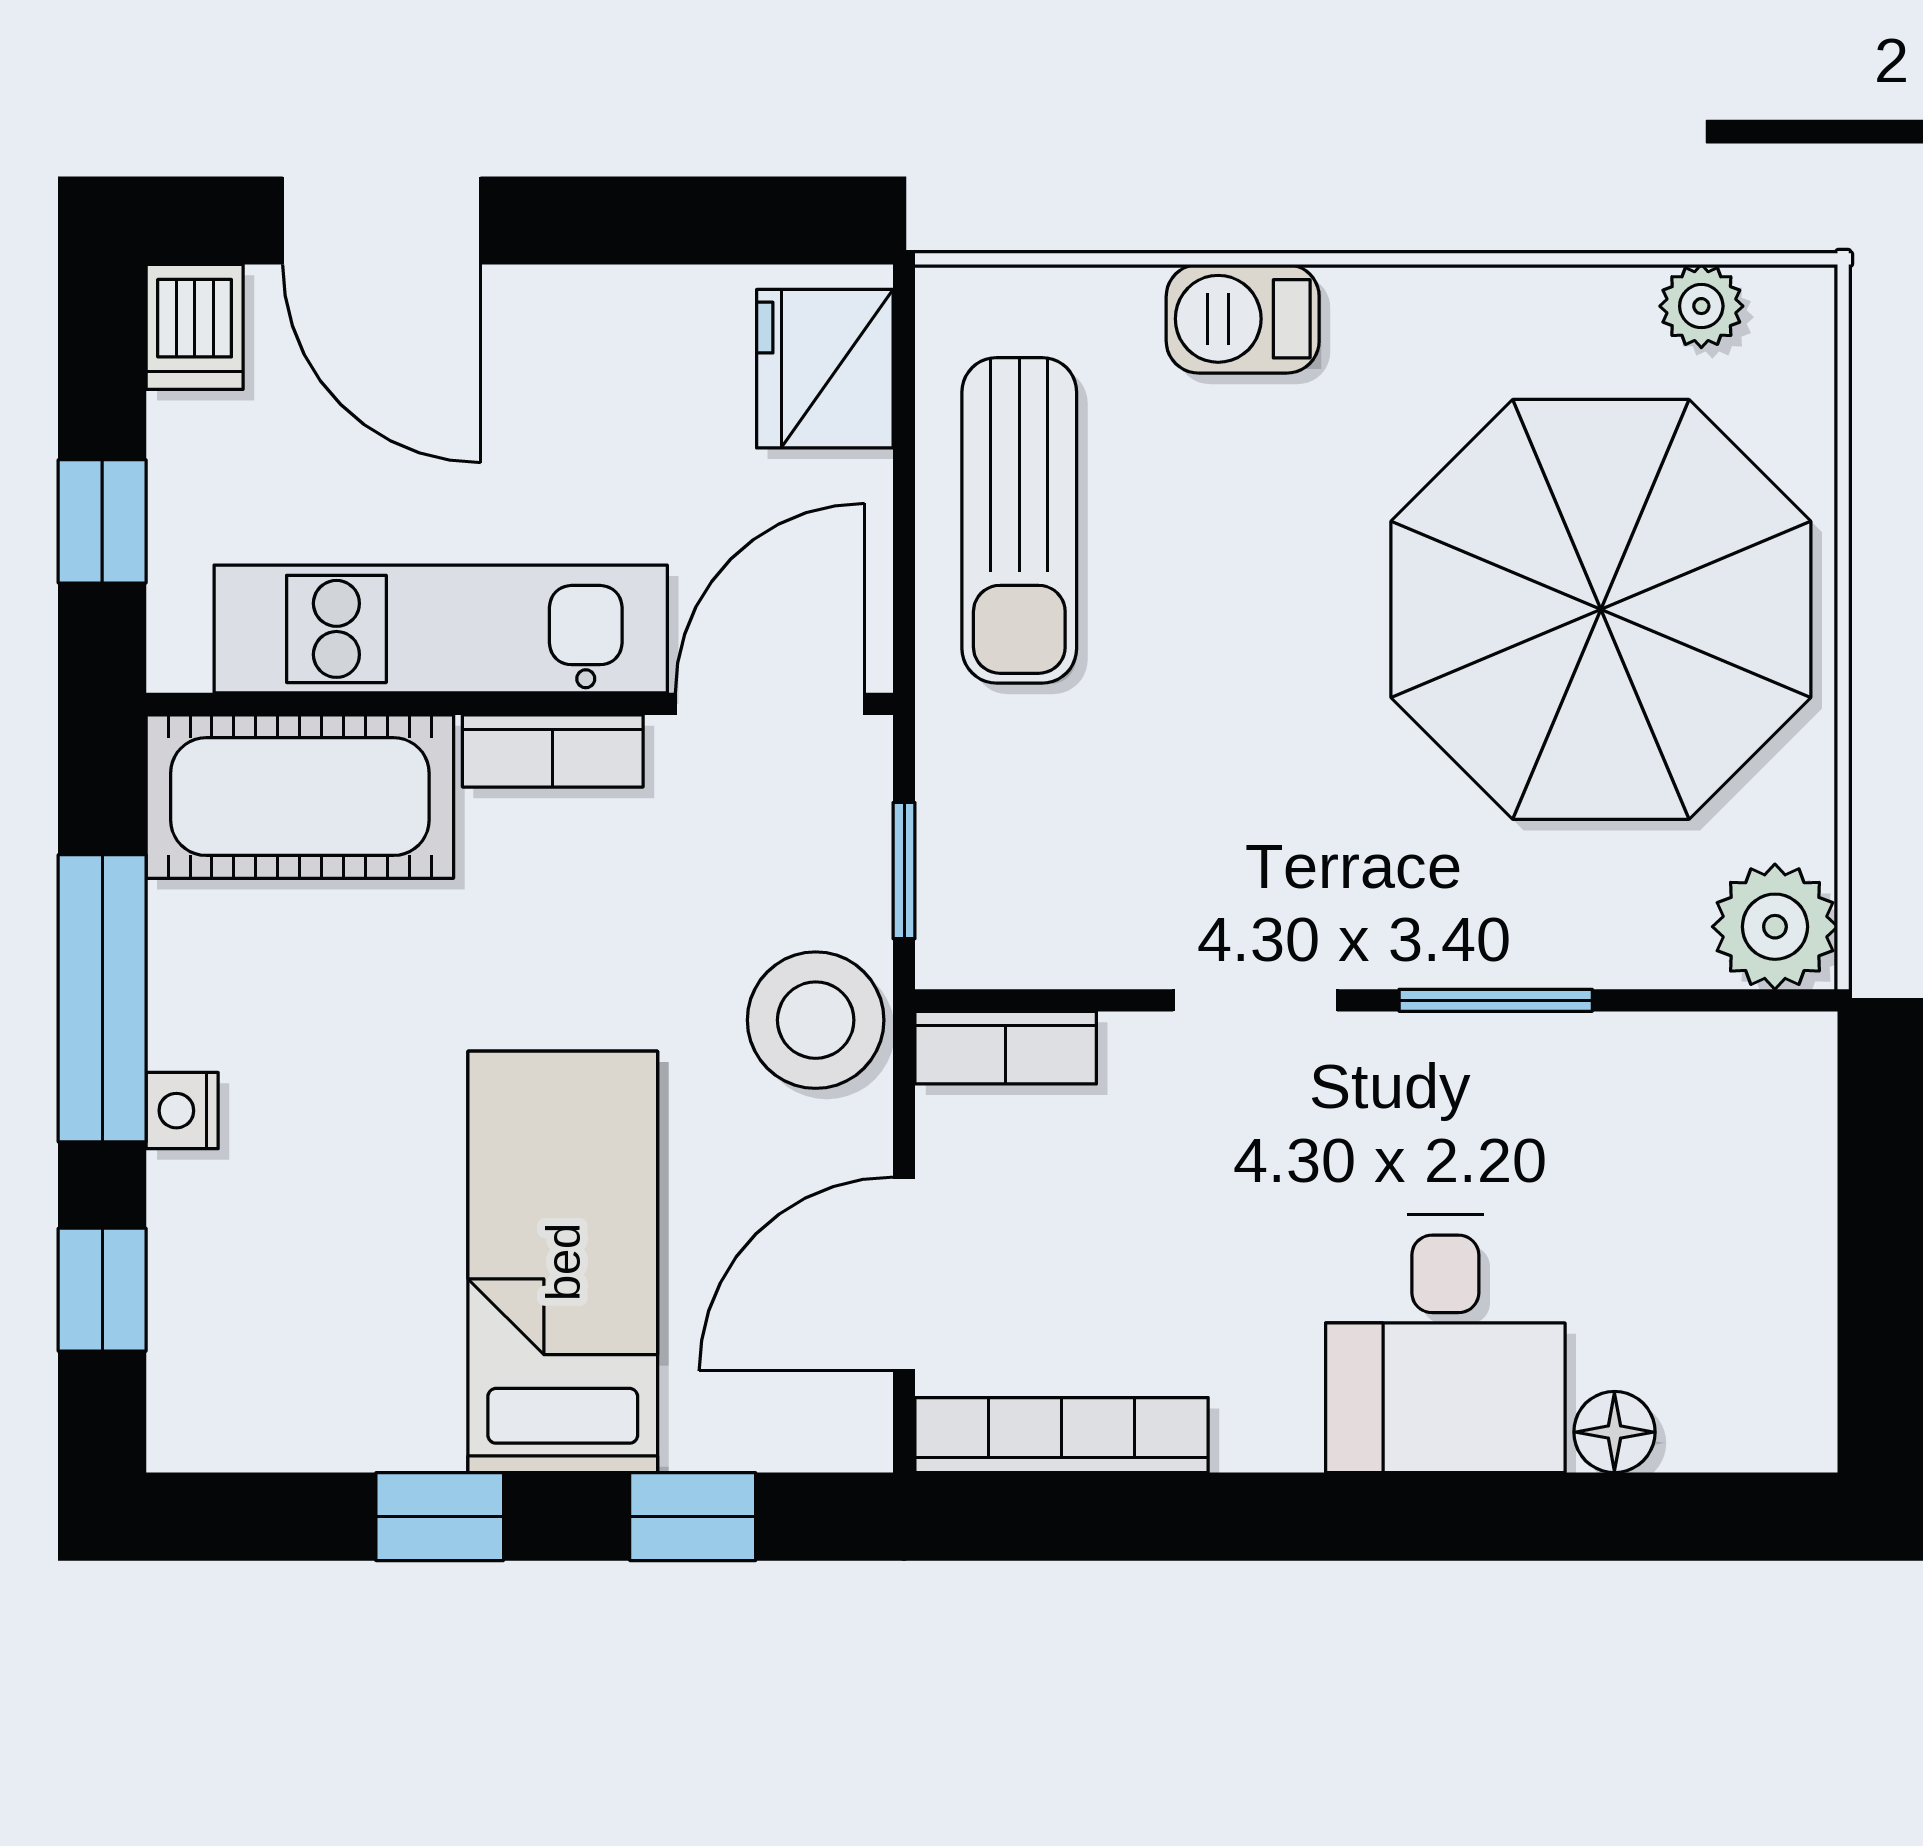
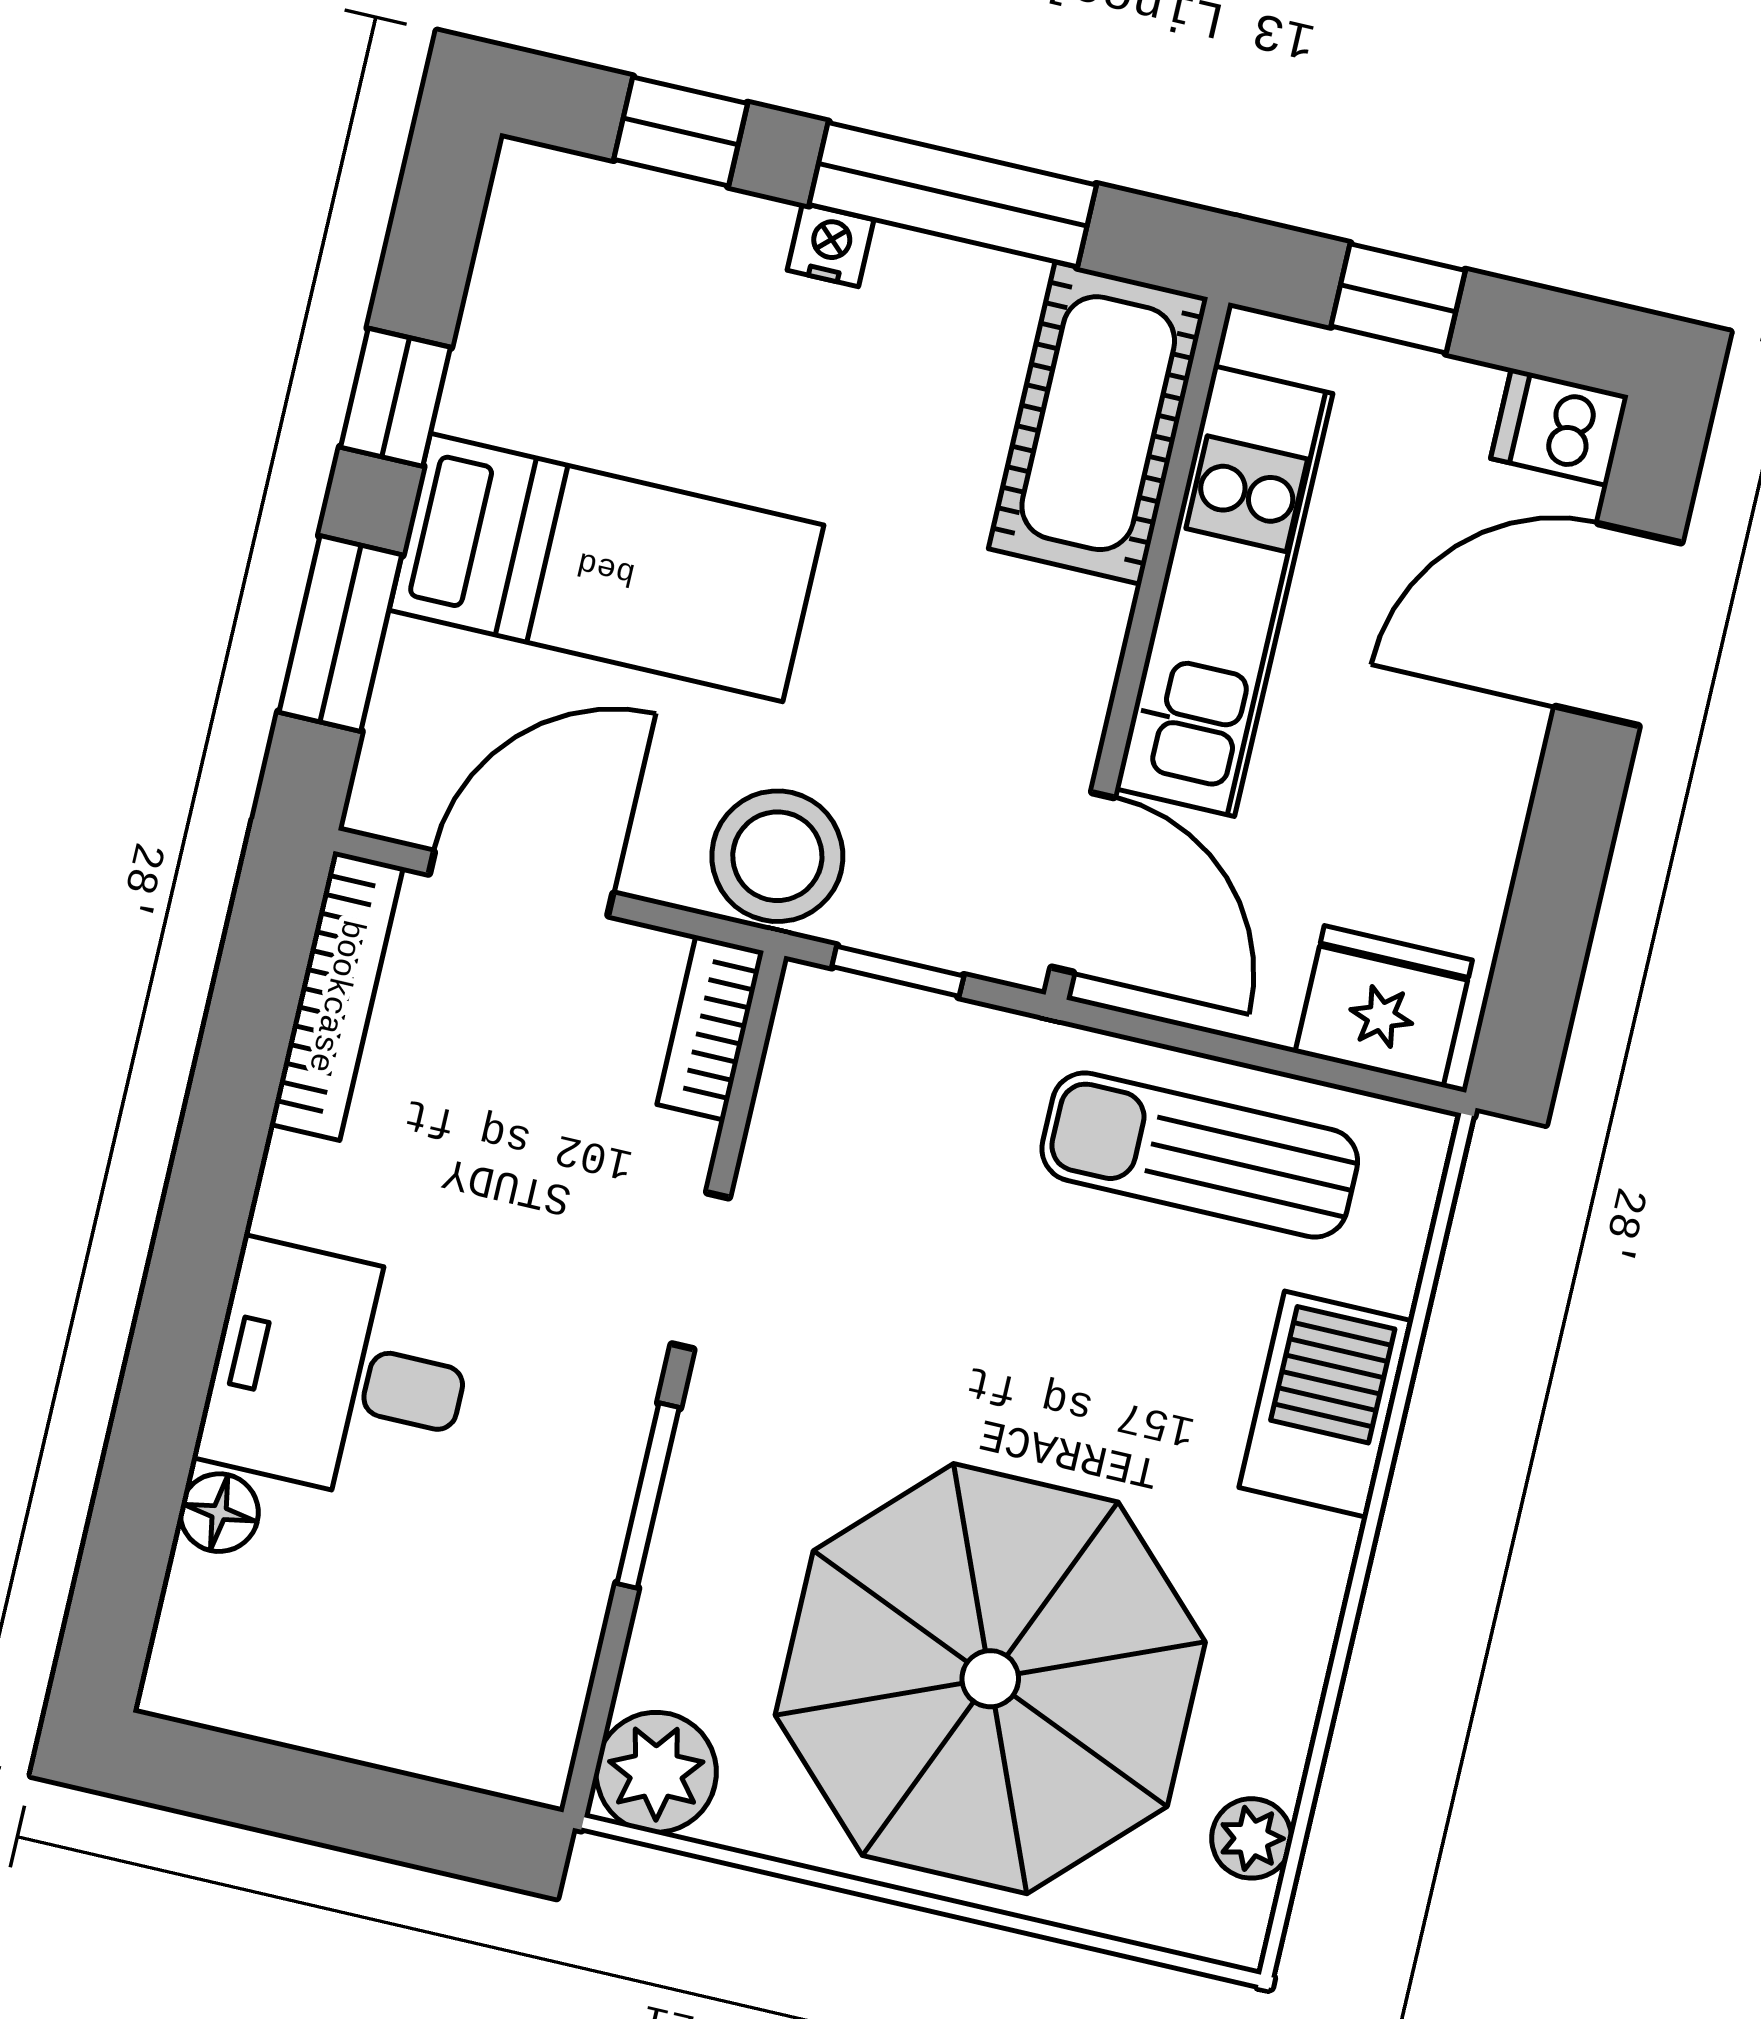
barbecue: (1243, 319) -> (1326, 1404), width x1.38, depth x1.27
bookcase: (553, 751) -> (1086, 669), removed
door: (904, 1274) -> (521, 884), hinge flipped
window: (693, 1517) -> (340, 634), width x1.50

